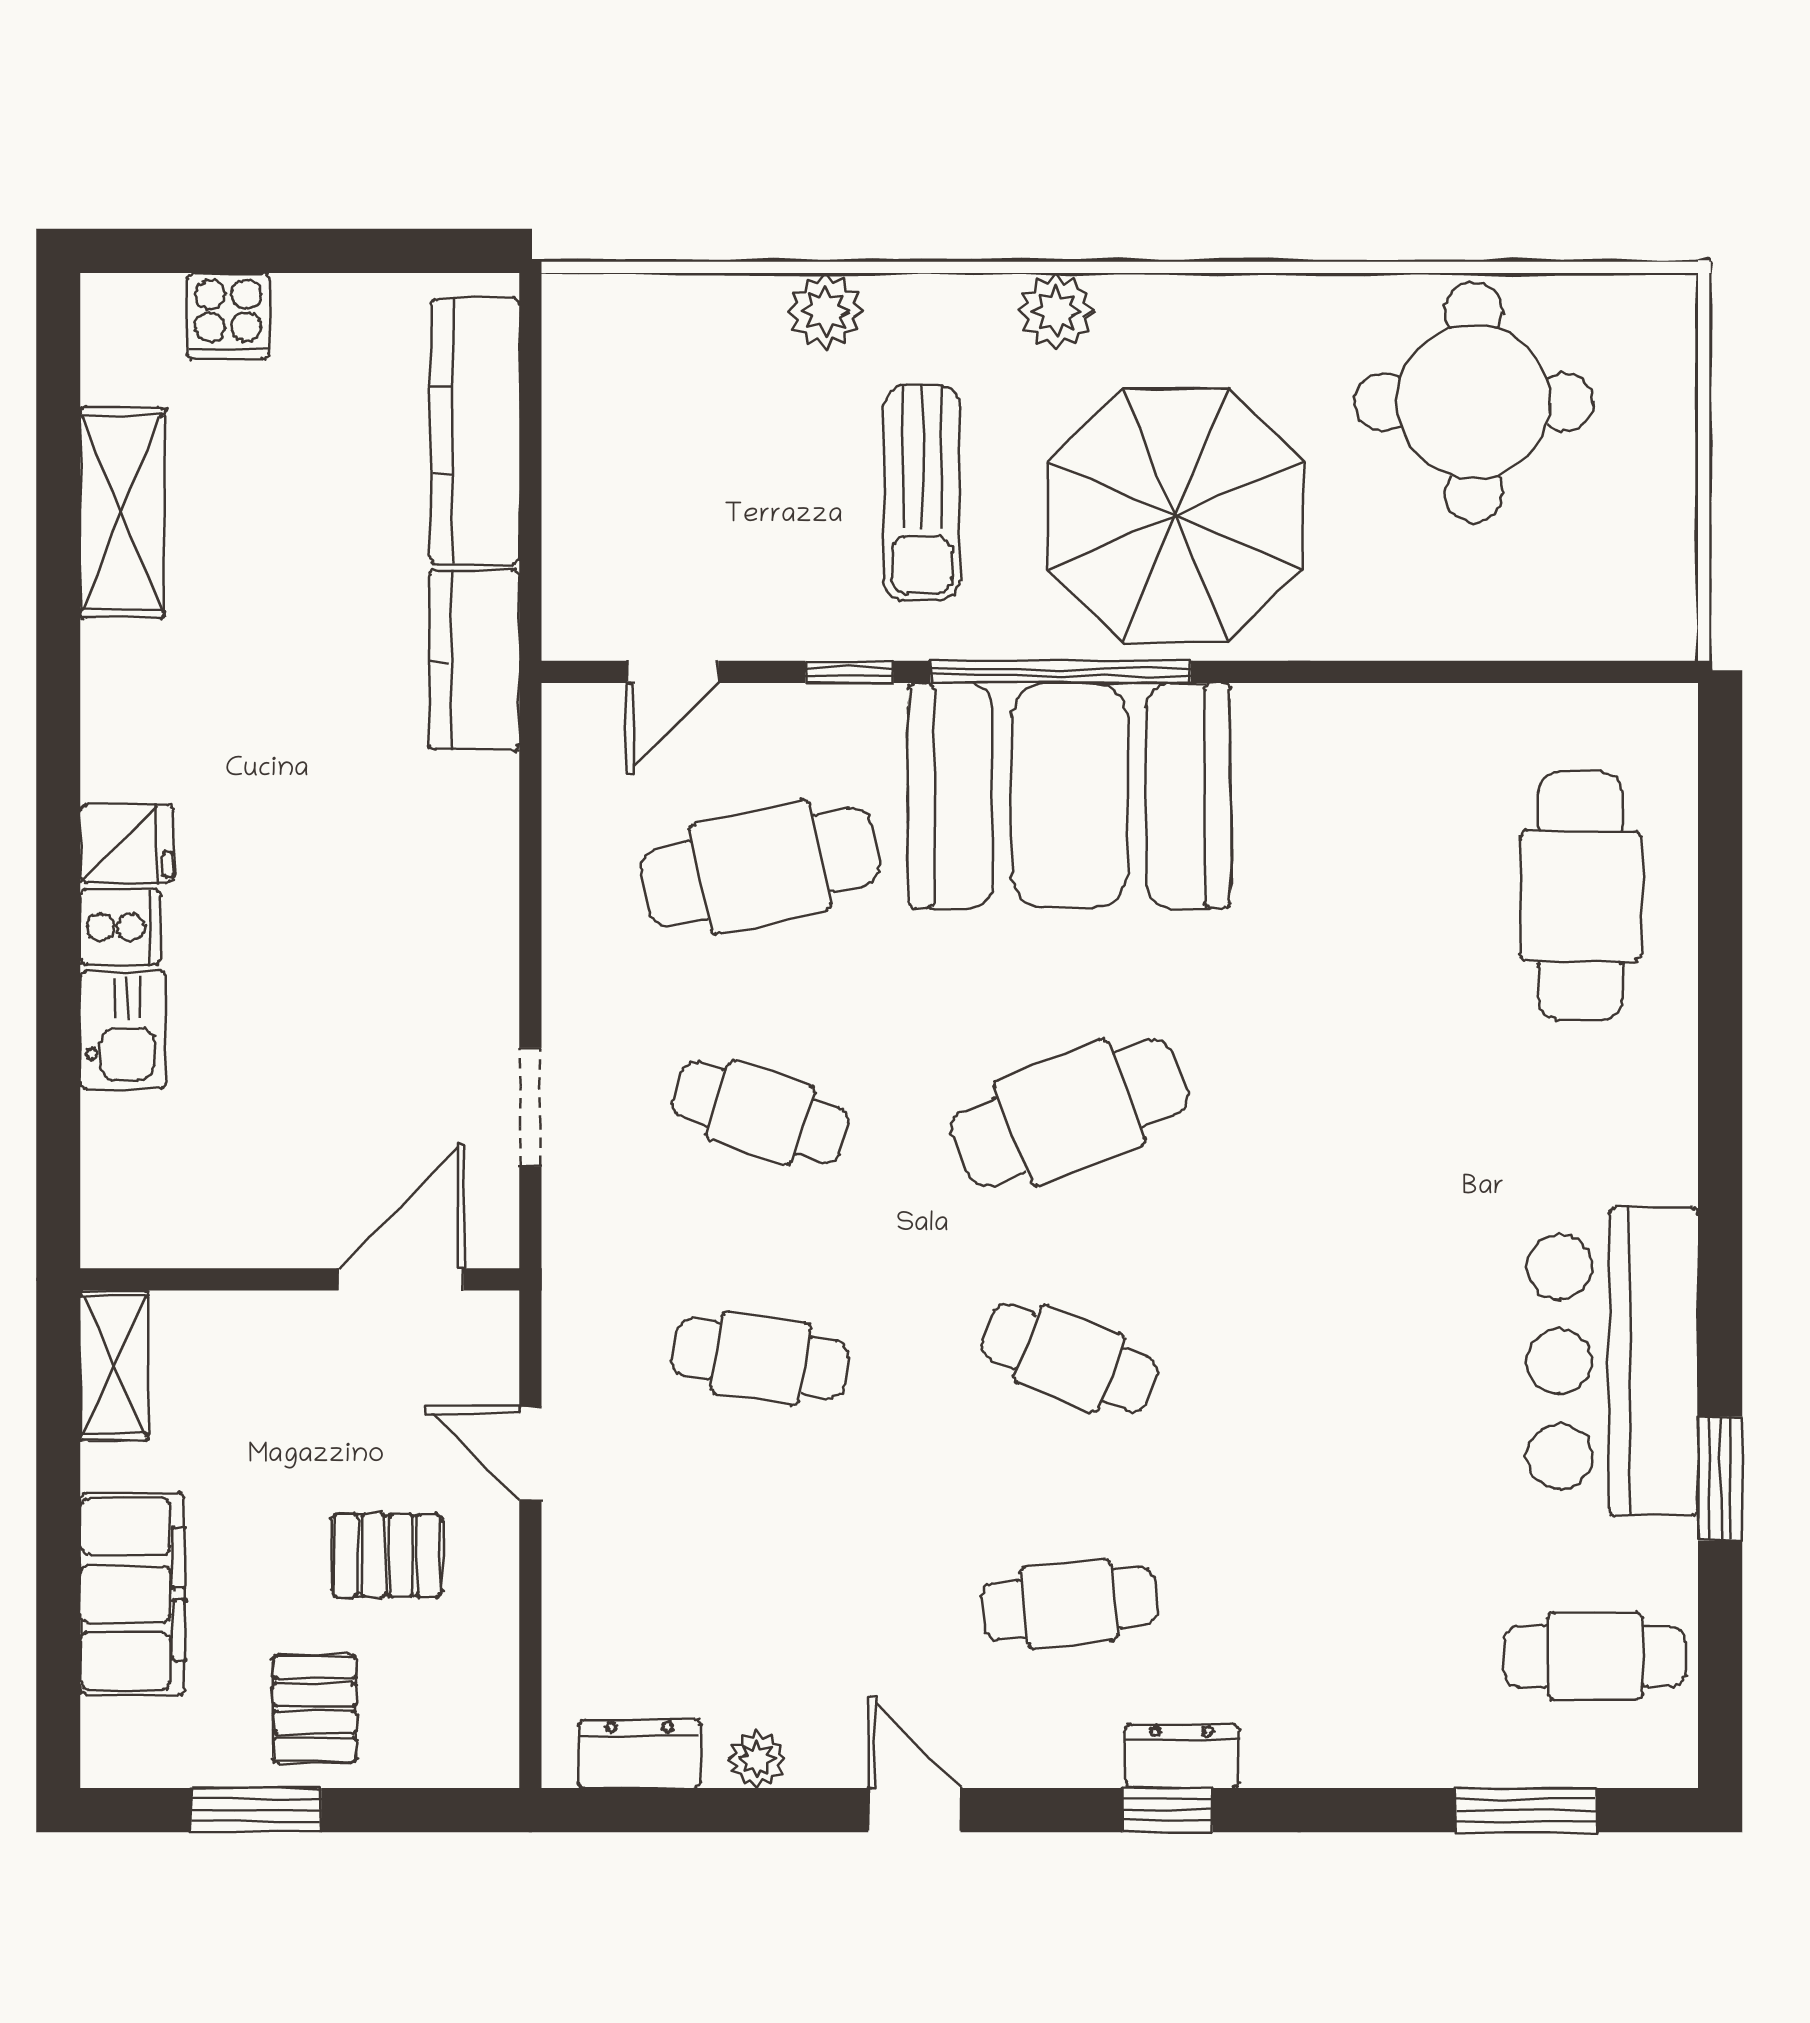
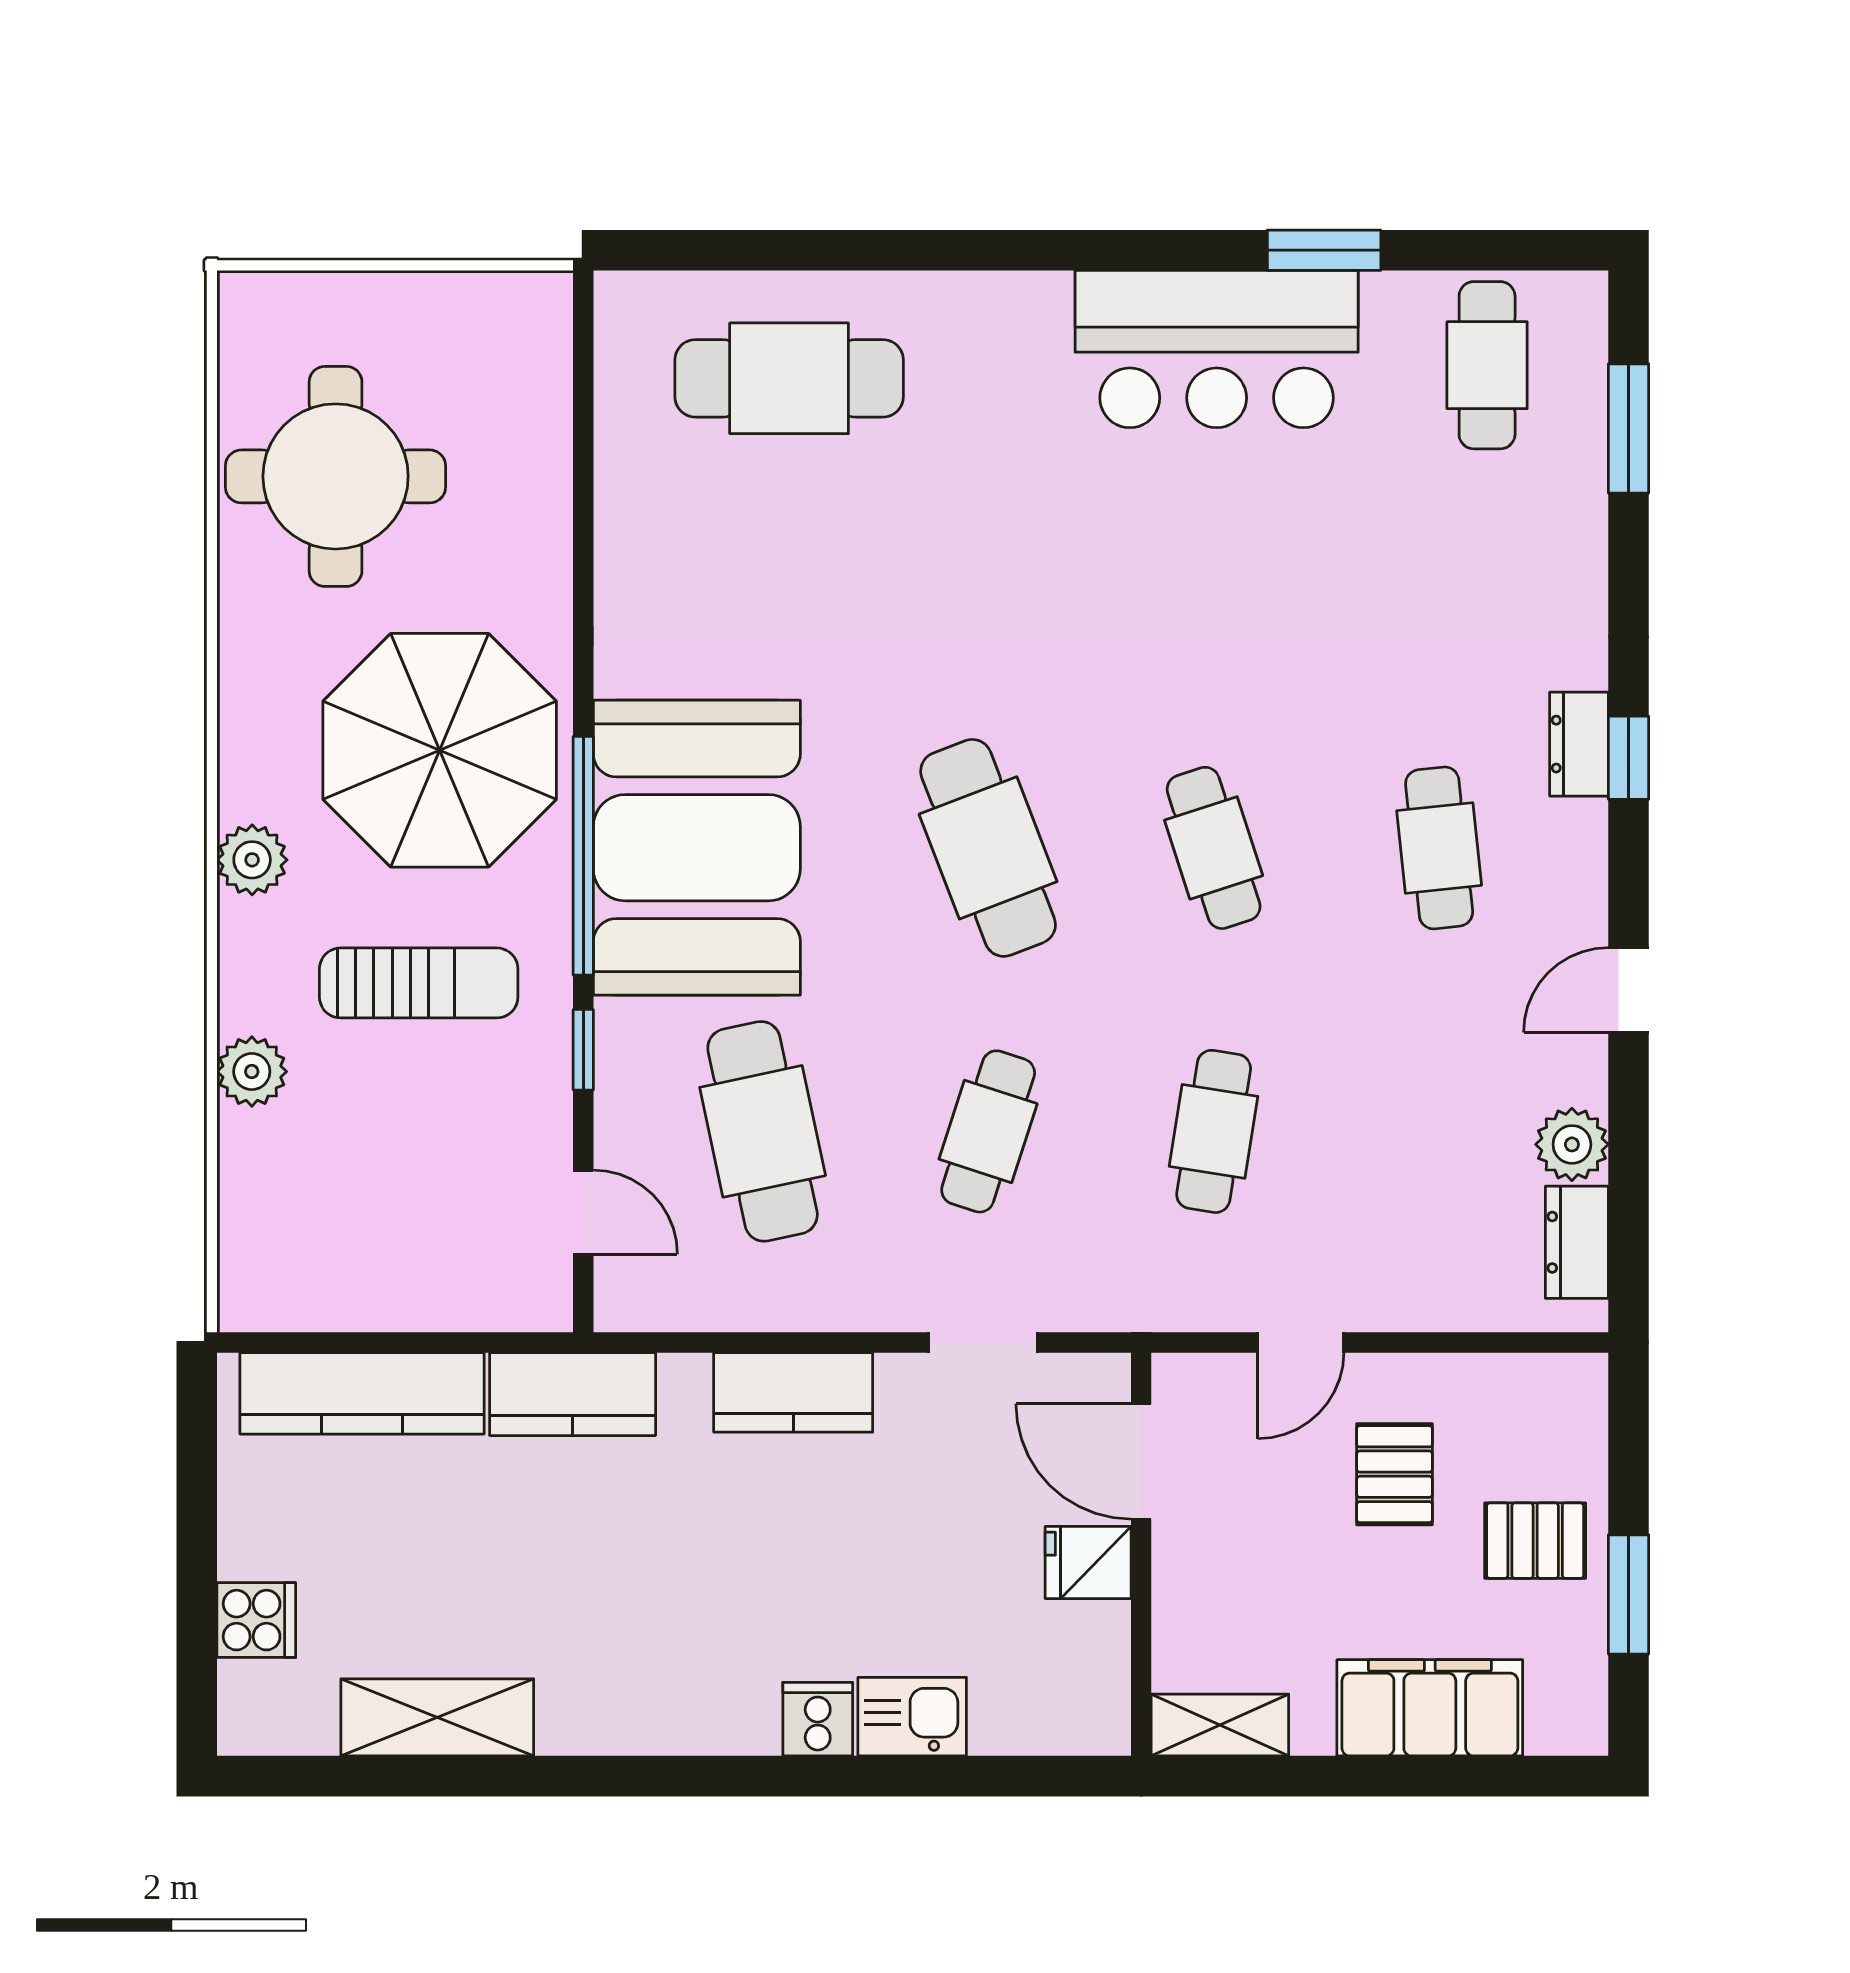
fridge: (127, 844) -> (1088, 1562), moved, turned -90
kitchen counter: (476, 900) -> (793, 1392), added
cafe table: (1069, 1358) -> (1214, 848), turned -39
plant: (757, 1759) -> (1572, 1144), width x1.38, depth x1.38

